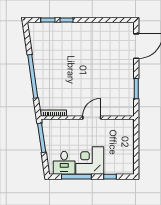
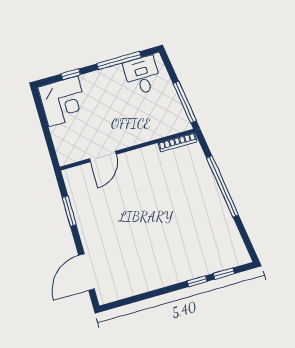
door: (92, 118) -> (103, 157), moved
corner desk: (90, 161) -> (63, 101), moved

